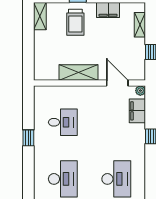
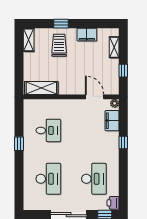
trolley: (75, 22) -> (59, 45), turned 180
shelving: (79, 73) -> (41, 88), moved

